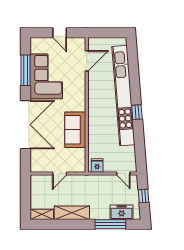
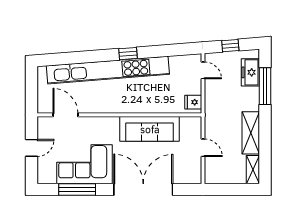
sofa: (75, 130) -> (150, 129), width x1.36
door: (123, 174) -> (203, 70), hinge flipped

